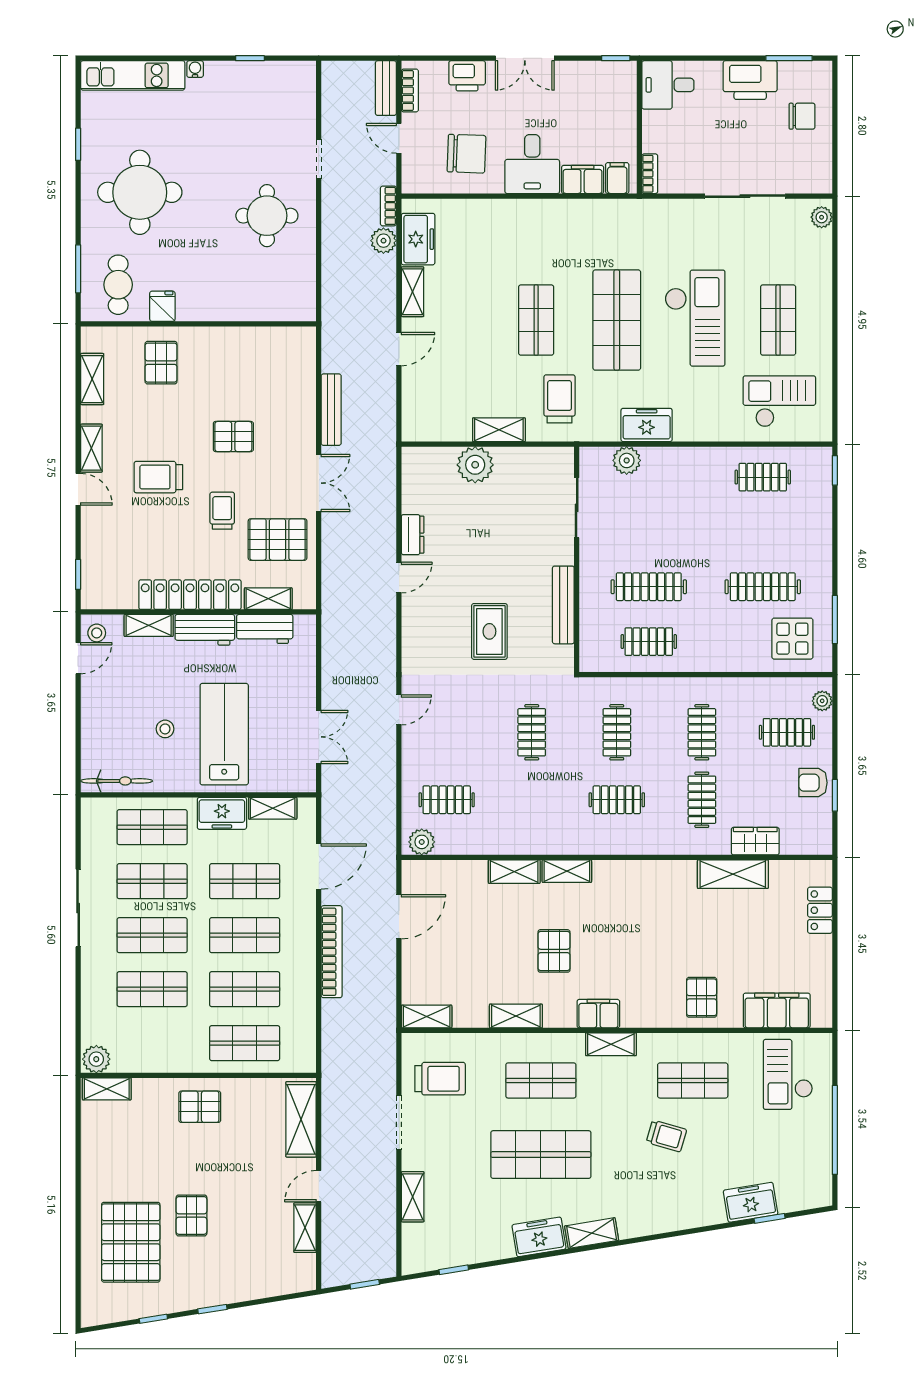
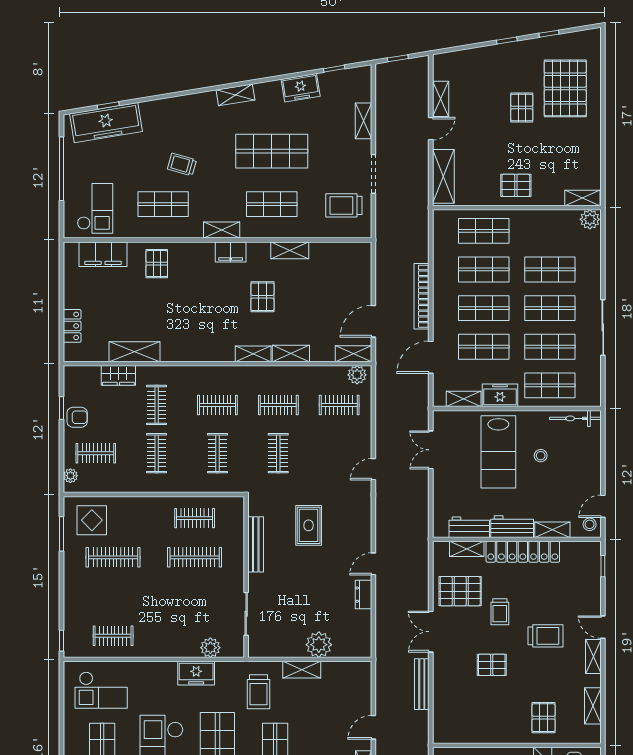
clothes rail: (532, 800) -> (278, 405), added
shelving: (427, 1016) -> (354, 354), moved
freezer: (751, 1202) -> (106, 123), width x1.91, depth x1.26
freezer: (539, 1237) -> (301, 88), moved

